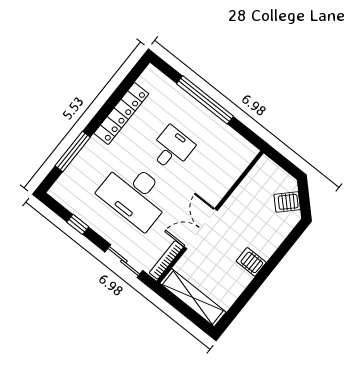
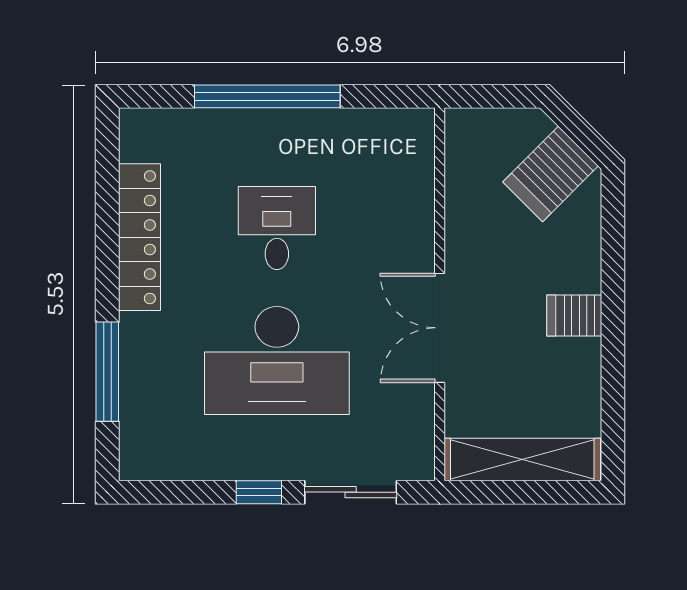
server rack: (287, 202) -> (551, 174), width x1.36, depth x1.44
window: (78, 224) -> (259, 492), moved
bookcase: (166, 260) -> (423, 430), removed

